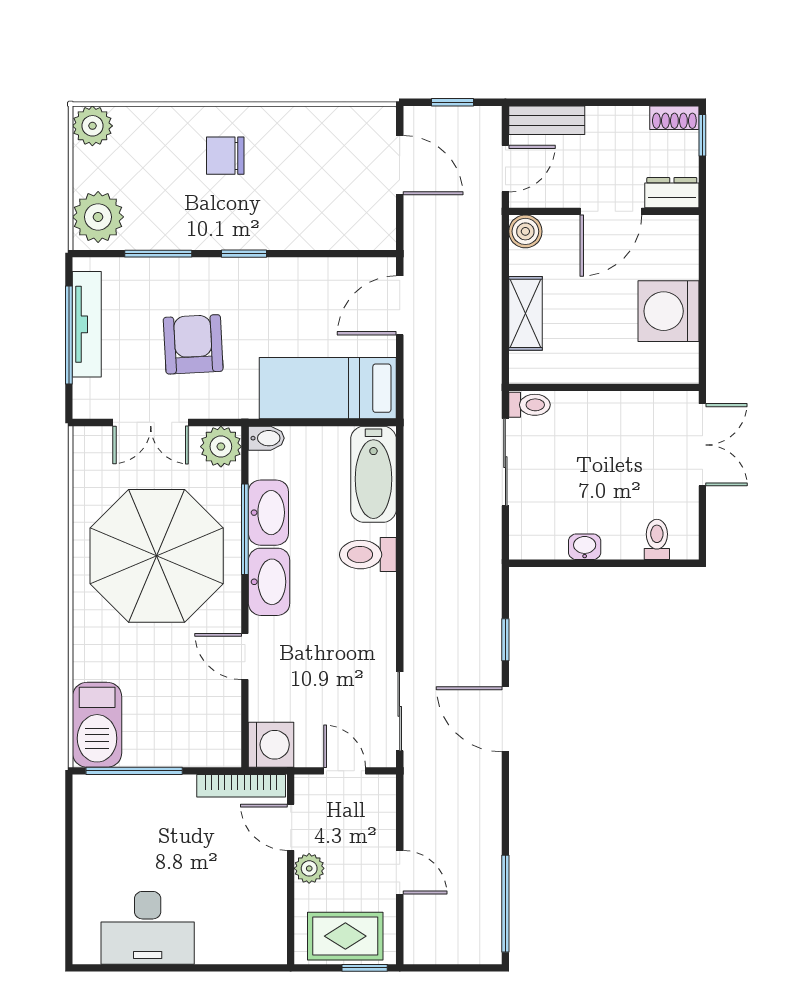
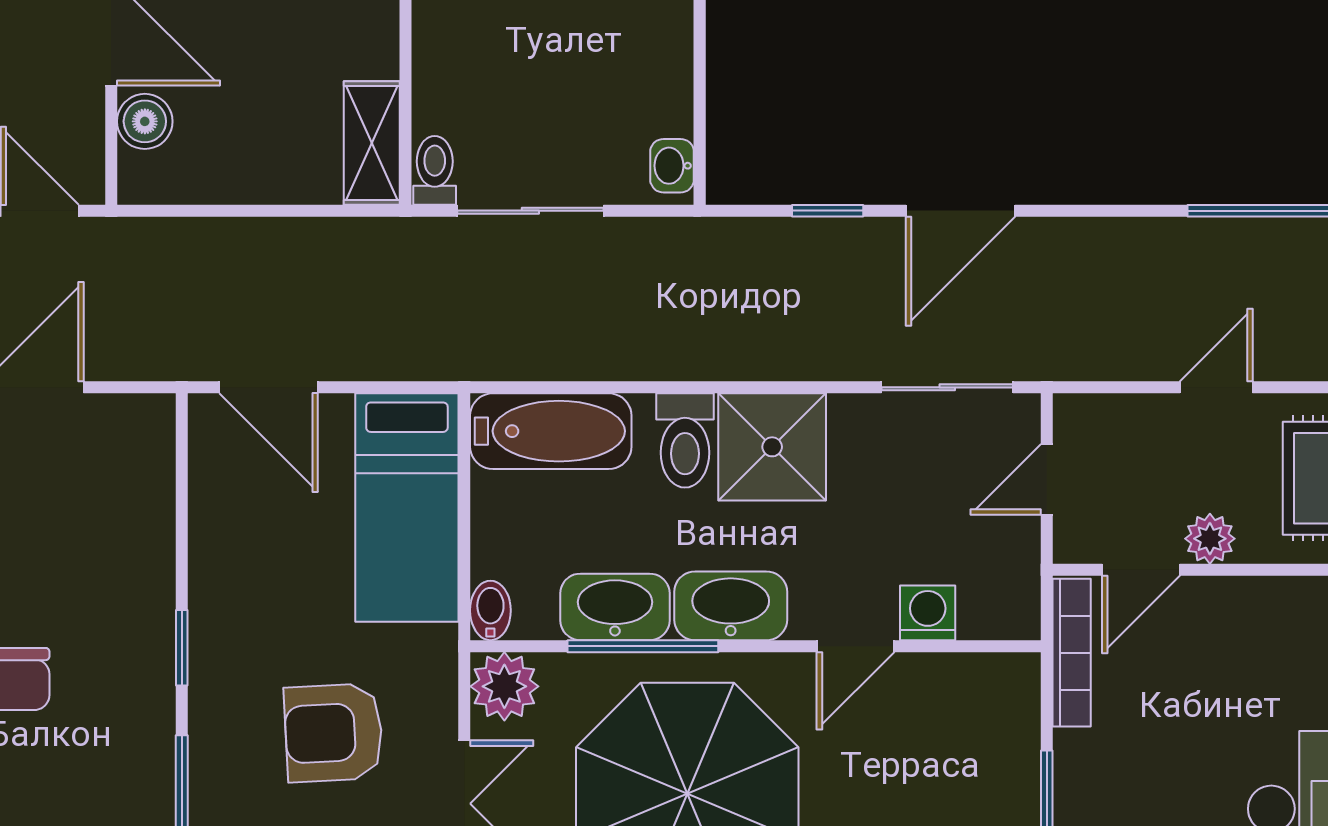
boiler: (525, 231) -> (145, 121), moved
shelving: (525, 313) -> (372, 143), moved, turned 90
washbasin: (585, 547) -> (672, 166), moved
shower: (364, 607) -> (772, 447), added
washing machine: (271, 745) -> (928, 613), moved, width x0.73, depth x0.73

